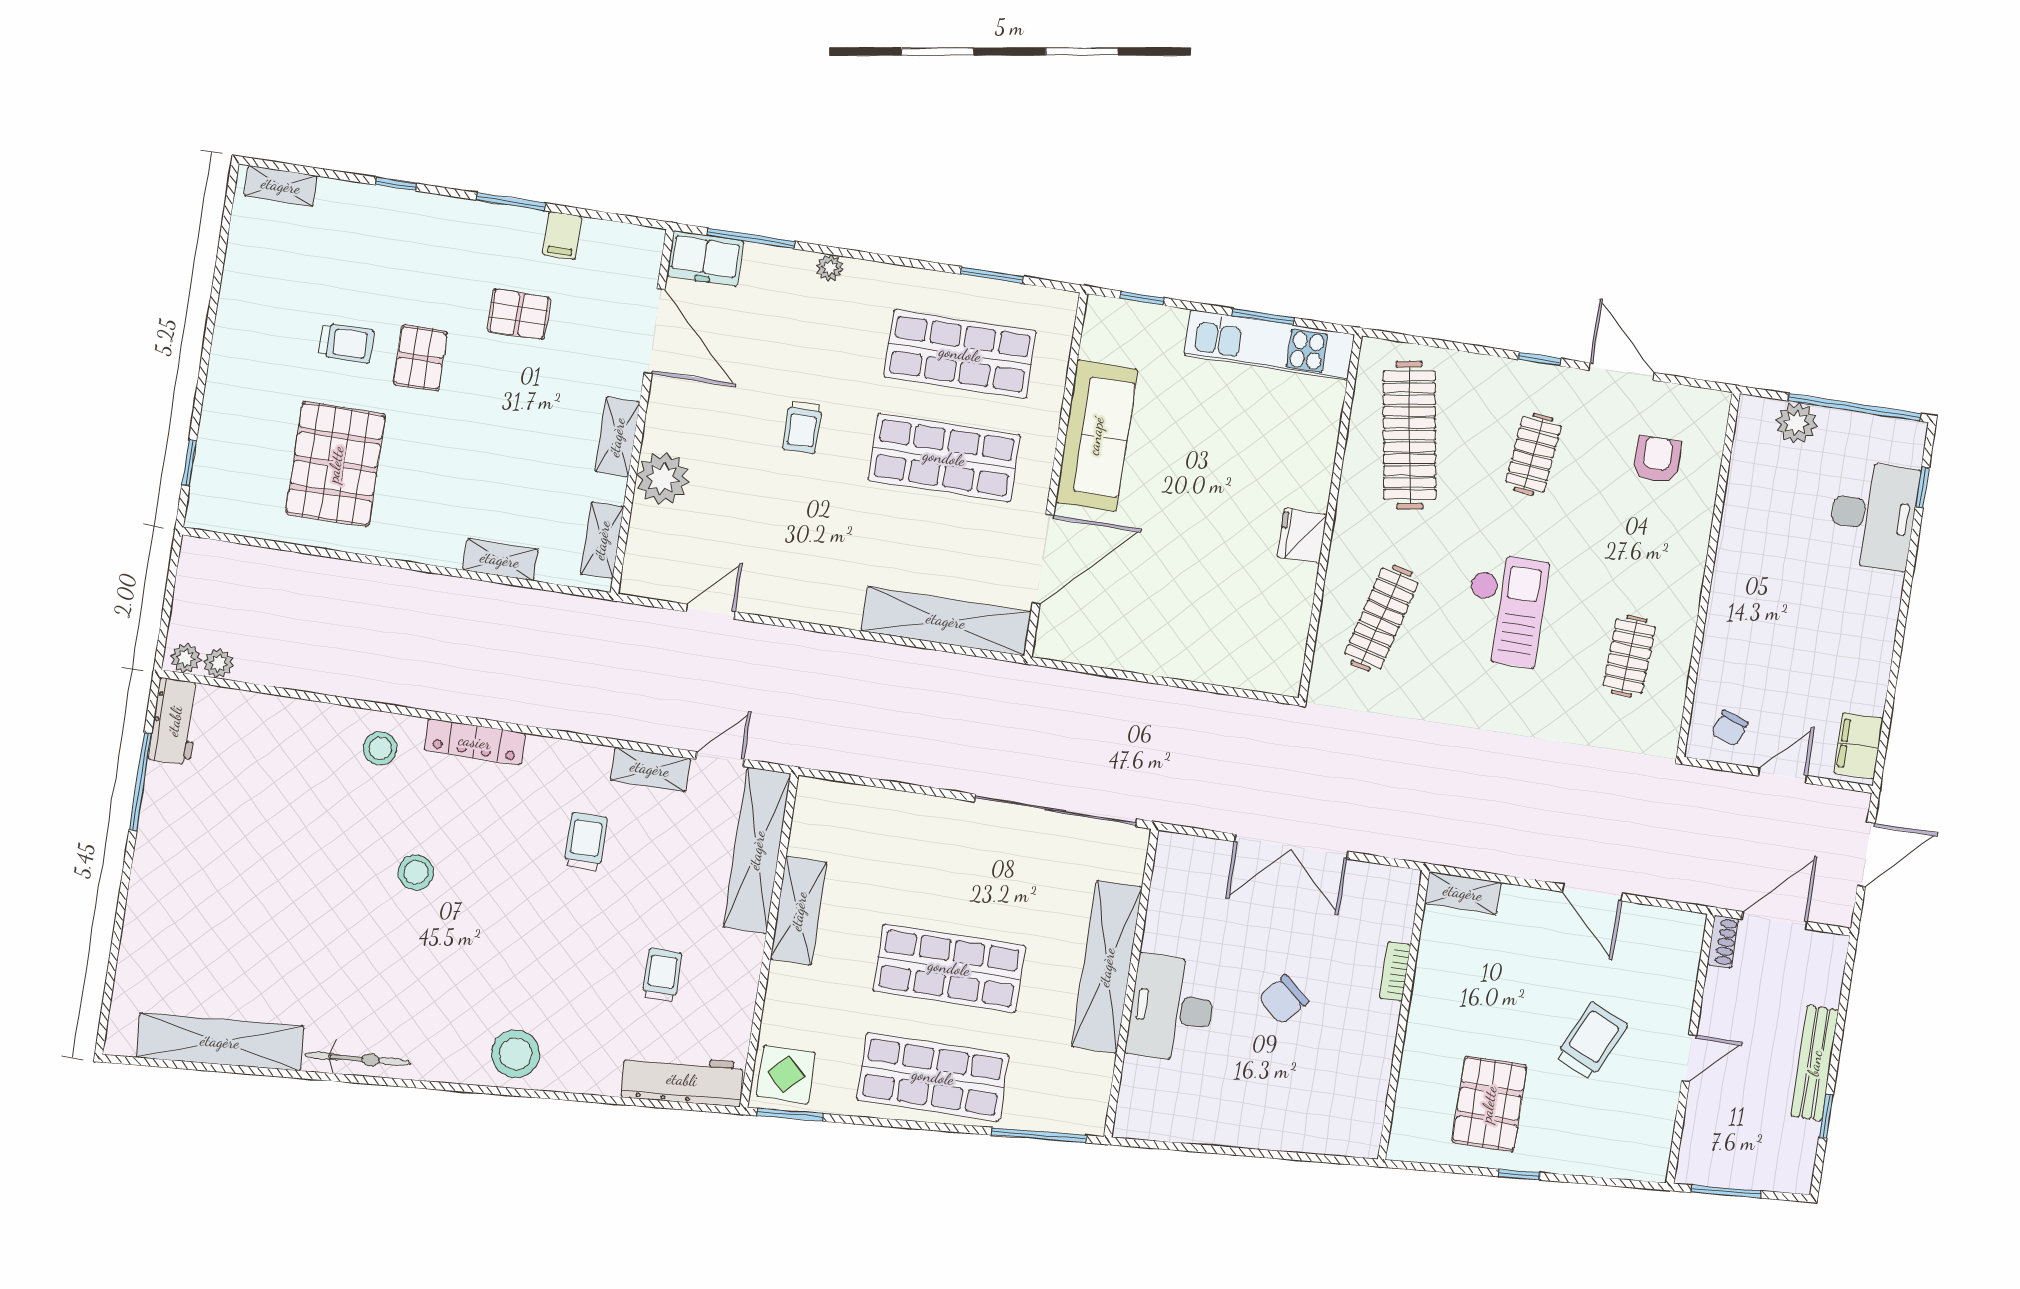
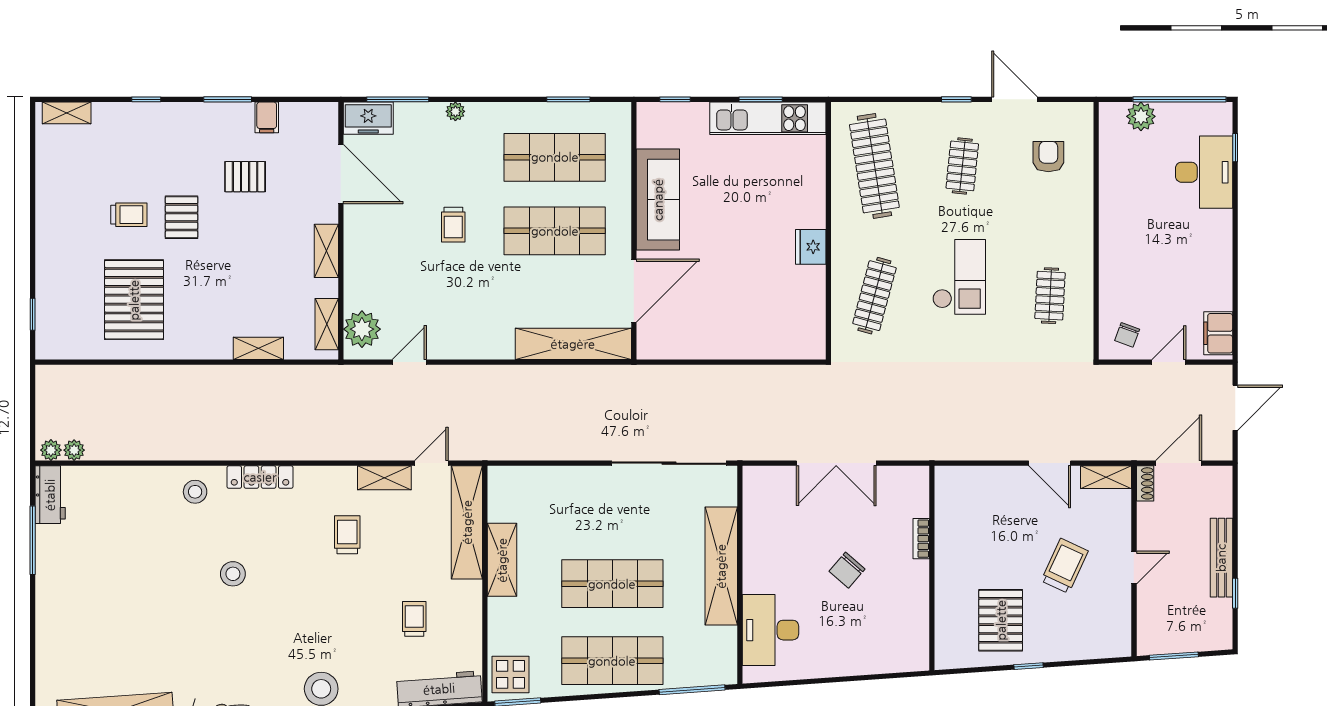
plant: (662, 478) -> (362, 329), moved
shelving: (1463, 893) -> (1106, 477), moved
desk: (1172, 1008) -> (770, 630), moved

